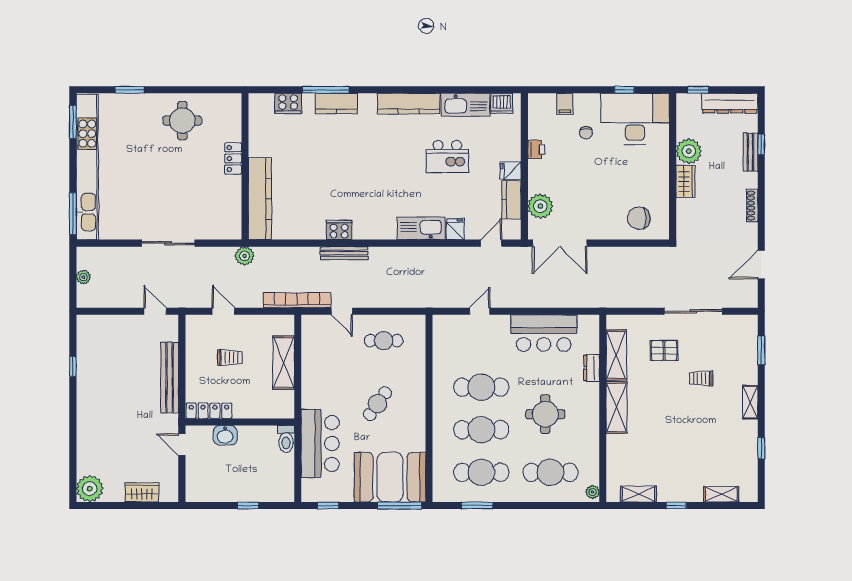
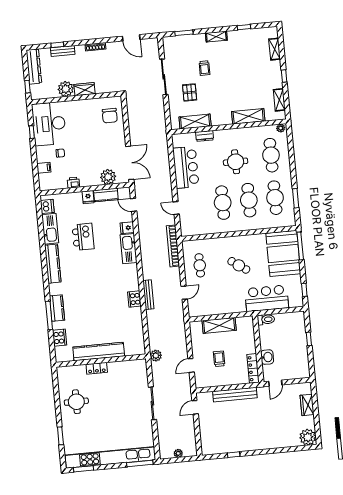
kitchen counter: (260, 199) -> (99, 352), moved
bookcase: (297, 300) -> (173, 246), moved
shelving: (617, 408) -> (248, 116), moved

